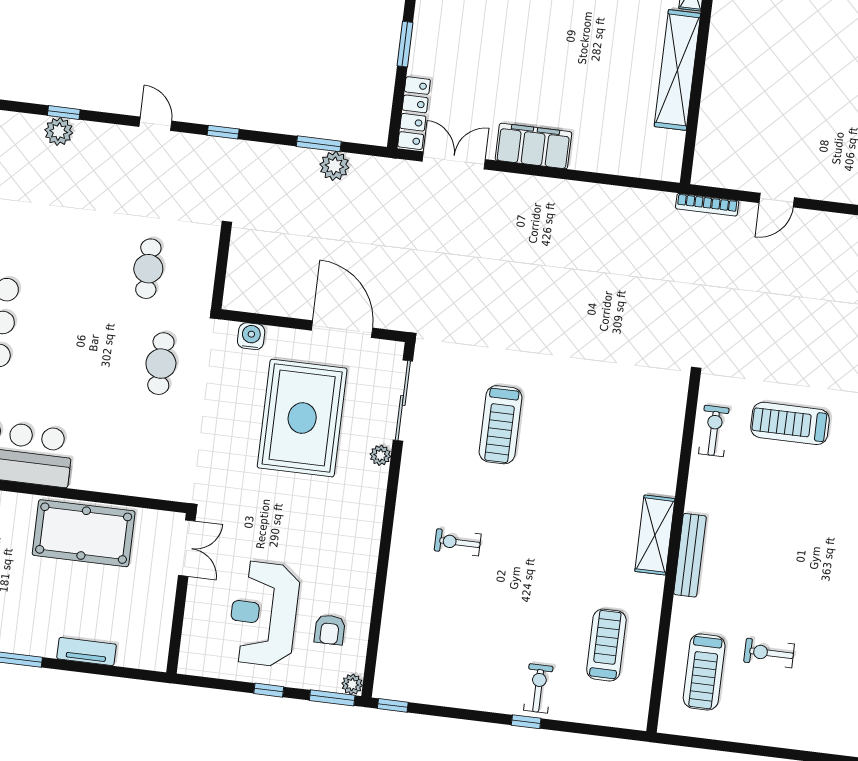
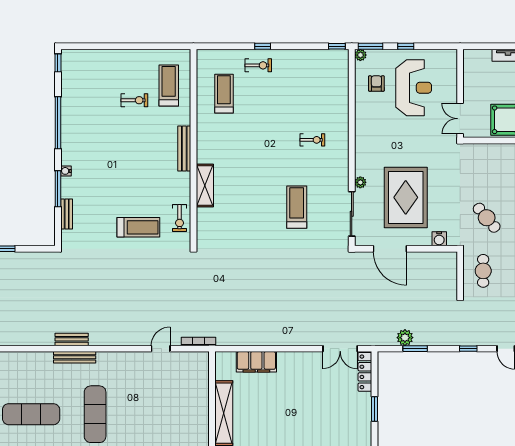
filing cabinet: (533, 146) -> (256, 362), moved
cafe table: (148, 269) -> (483, 271), moved
cafe table: (161, 364) -> (487, 218), turned -40
shelving: (655, 535) -> (205, 185), moved
treadmill: (606, 645) -> (224, 94), turned 180
exercise bike: (538, 688) -> (258, 65), turned -90

